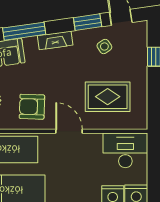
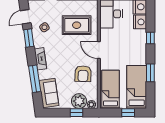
rug: (108, 97) -> (77, 25), turned 90
door: (69, 131) -> (99, 50), hinge flipped

